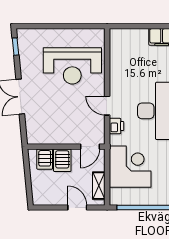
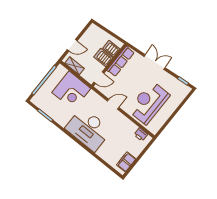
printer: (116, 126) -> (141, 134), moved
row of seats: (51, 137) -> (121, 61), added
door: (90, 147) -> (99, 78), swing flipped

